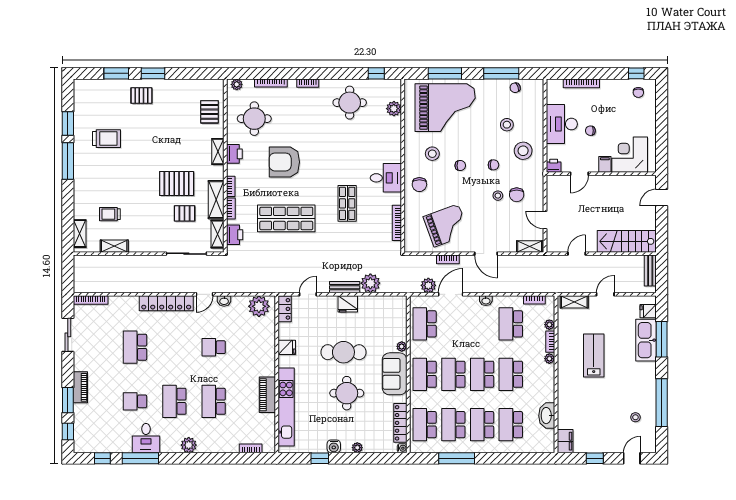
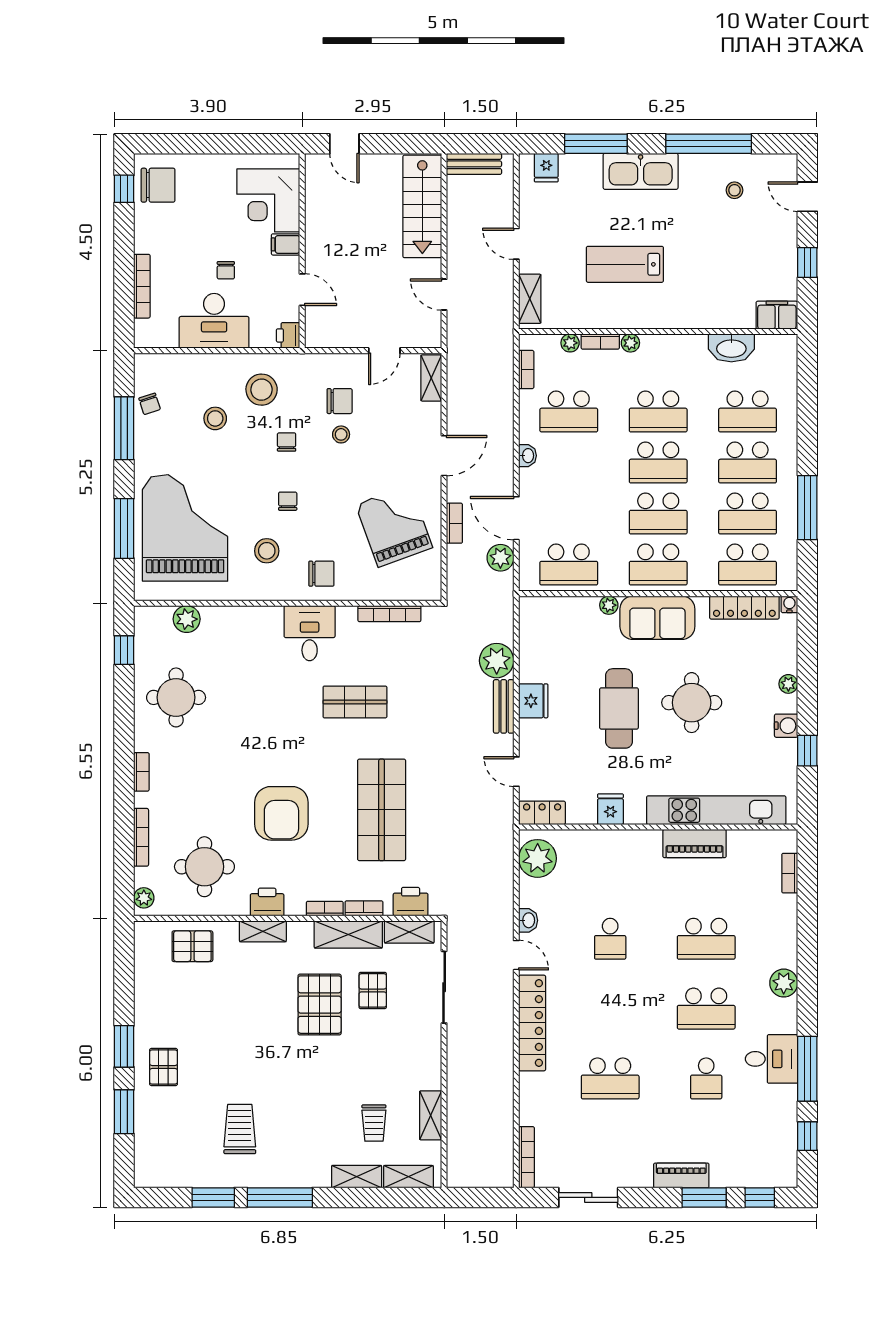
chair: (638, 92) -> (158, 185), width x1.87, depth x1.87
shelving: (80, 204) -> (357, 1177), added
kitchen sink: (646, 340) -> (641, 171), moved

